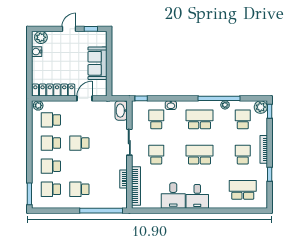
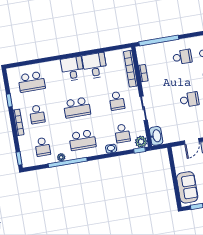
sofa: (97, 63) -> (187, 187), moved
plant: (261, 107) -> (141, 142), moved

